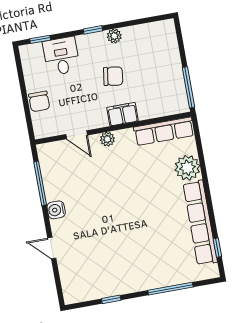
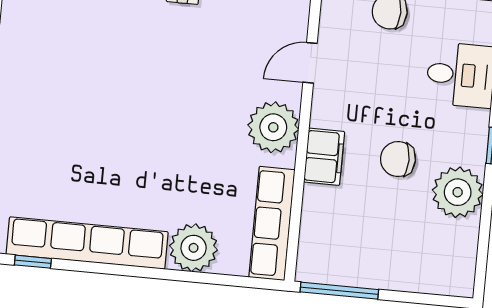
plant: (114, 36) -> (458, 192), width x1.87, depth x1.87
chair: (113, 76) -> (398, 159), turned 82
plant: (107, 139) -> (273, 127), width x1.88, depth x1.88

